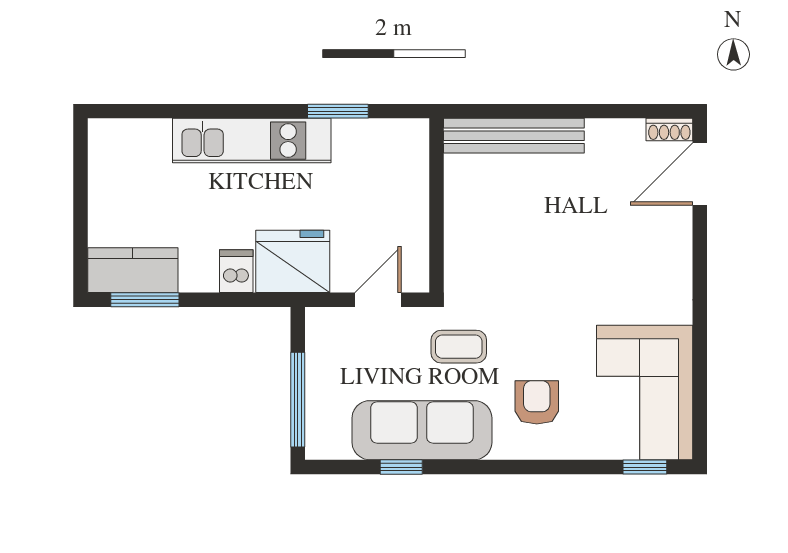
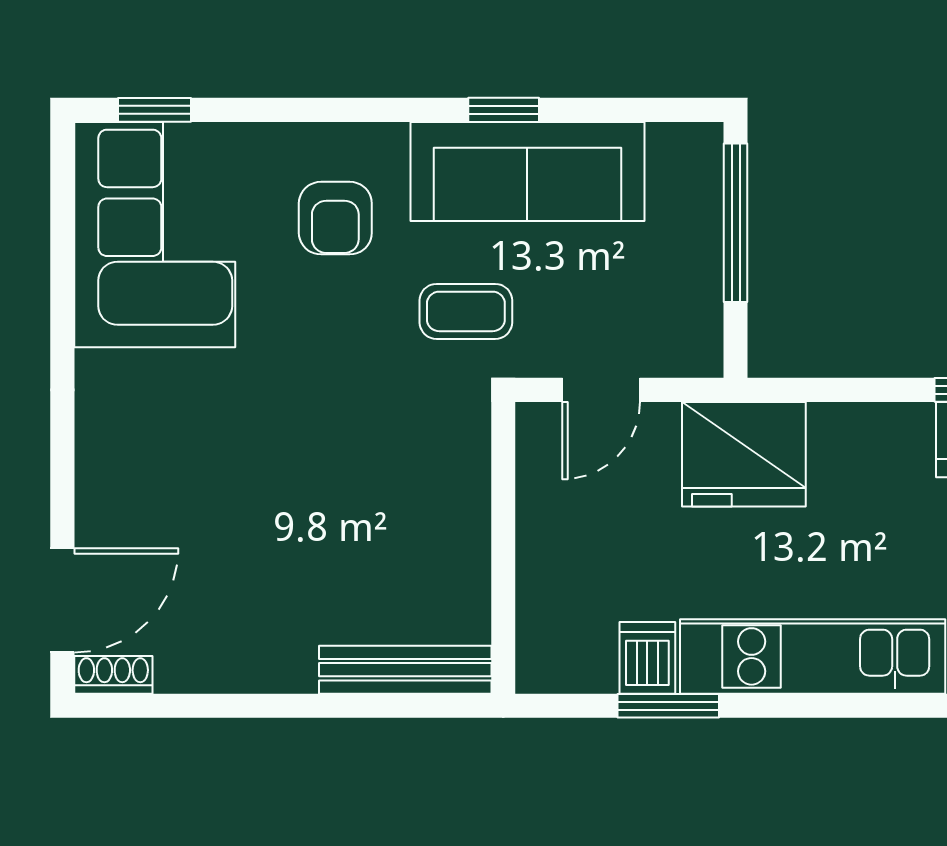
bench: (514, 136) -> (405, 670), width x0.73, depth x0.82
dishwasher: (236, 271) -> (647, 658), moved, turned 180
window: (401, 467) -> (504, 110), moved

